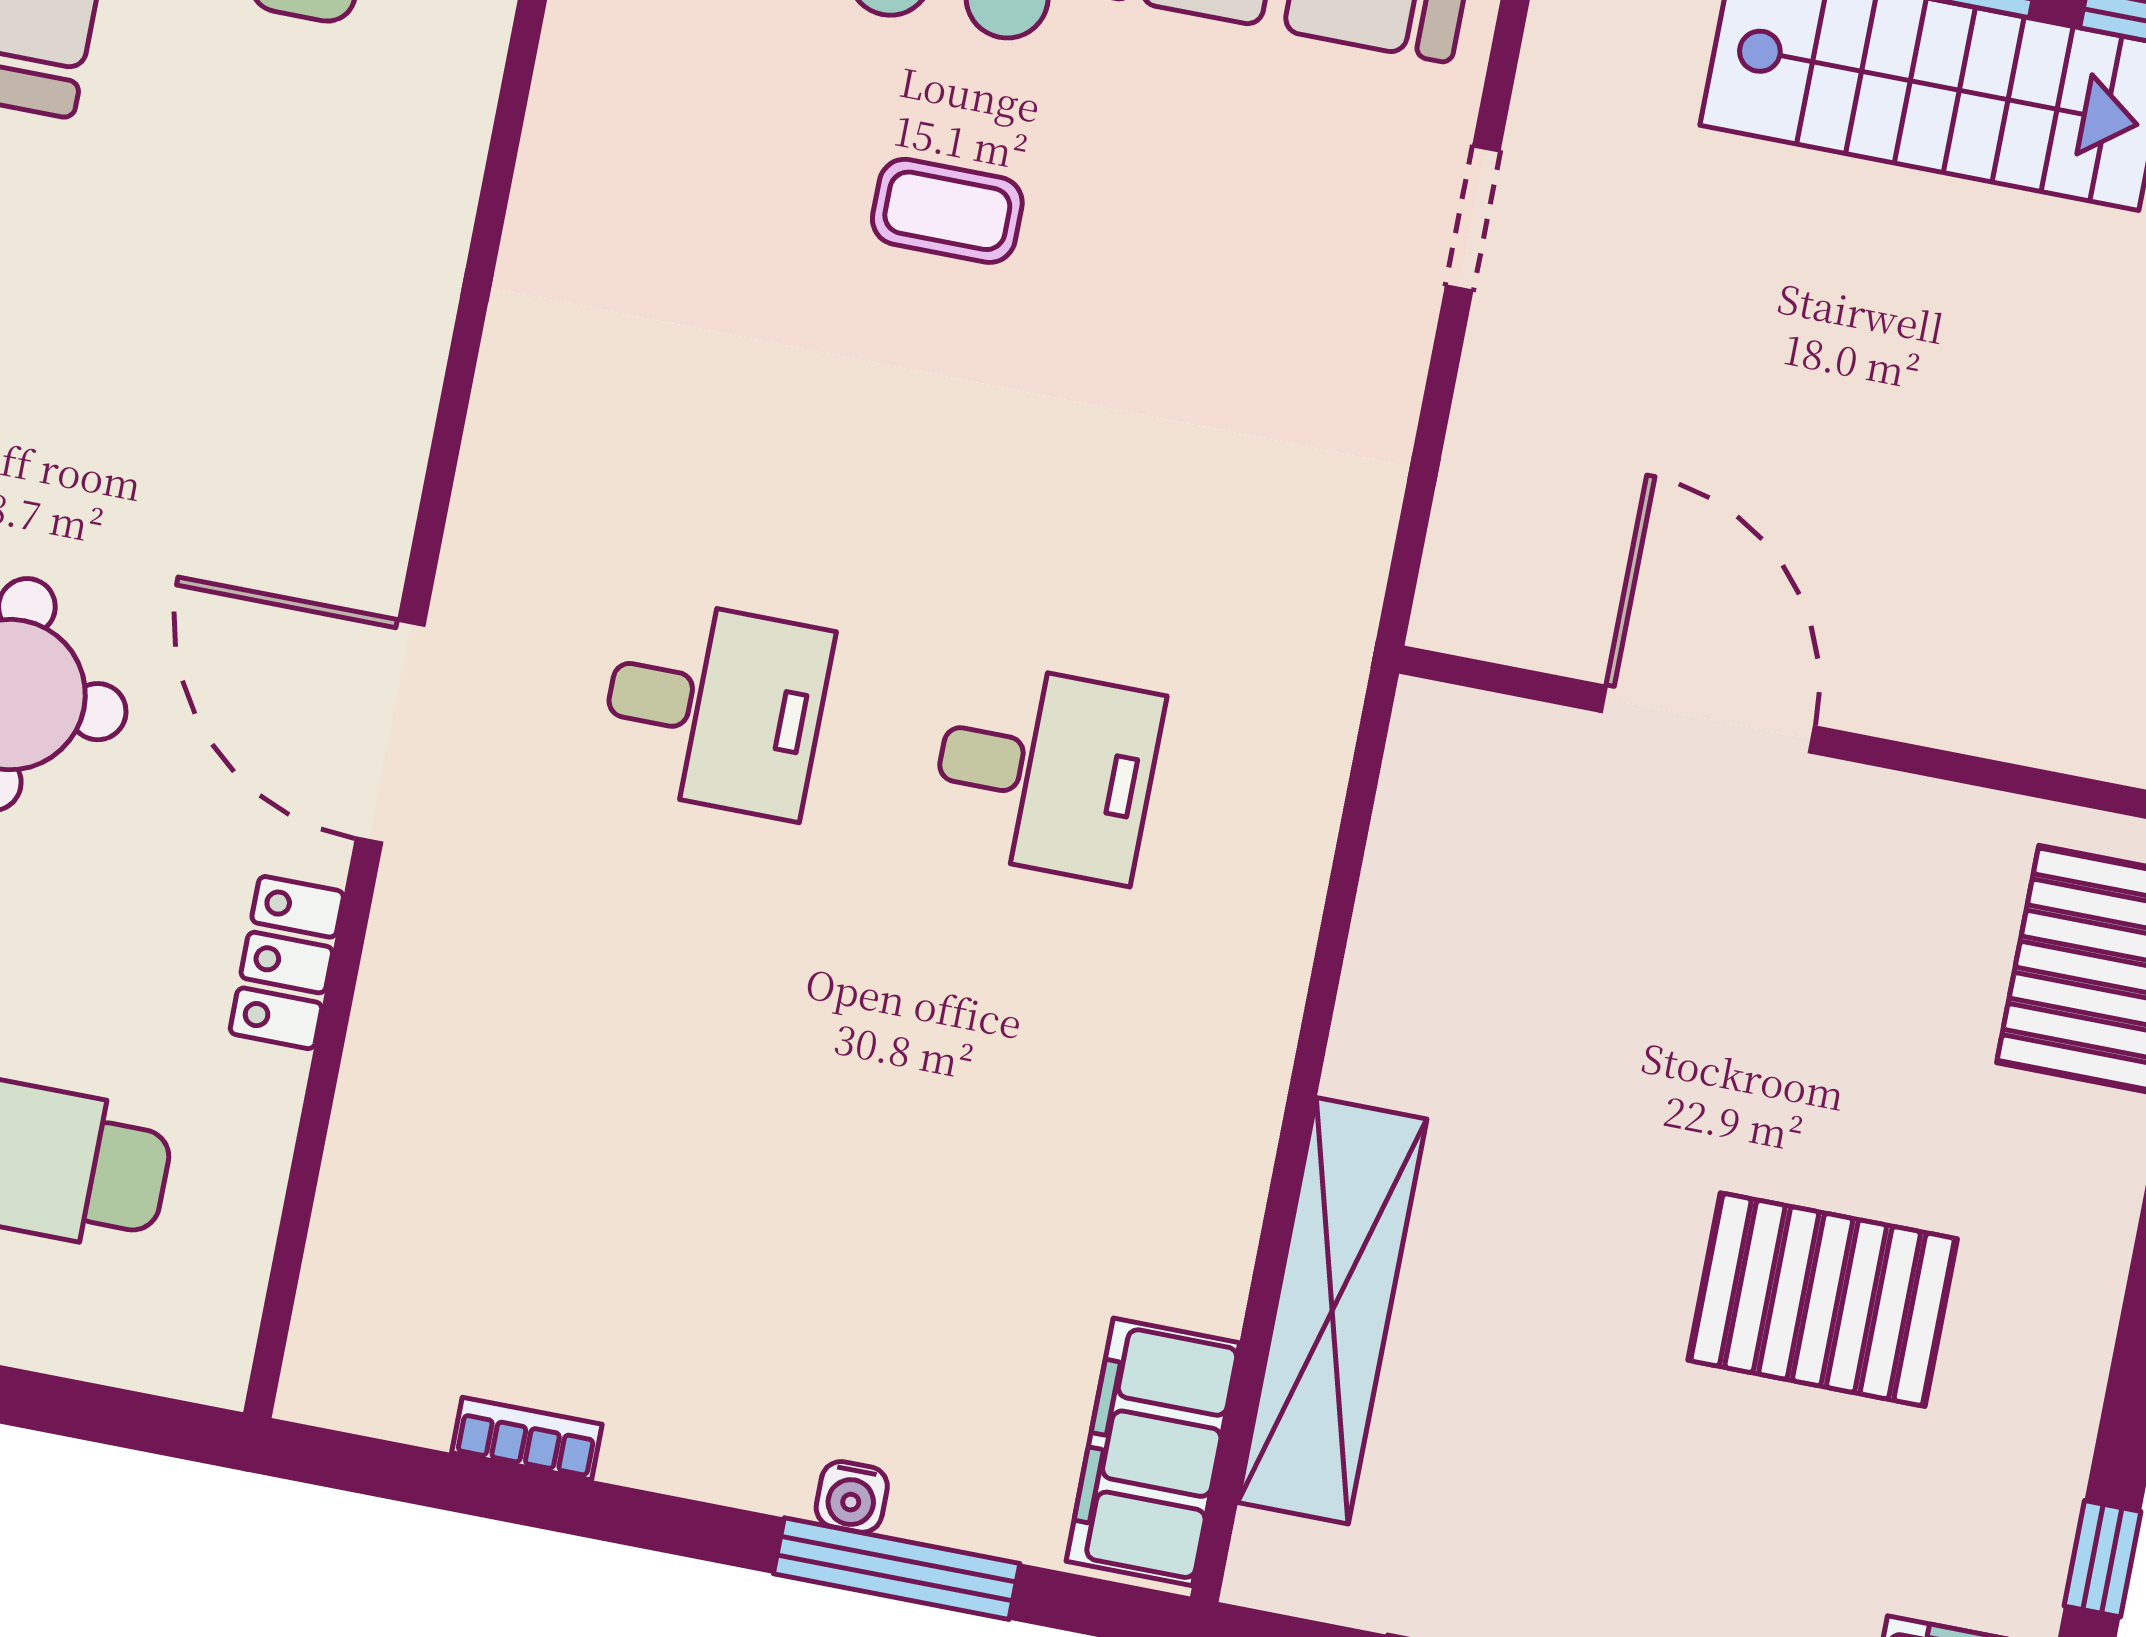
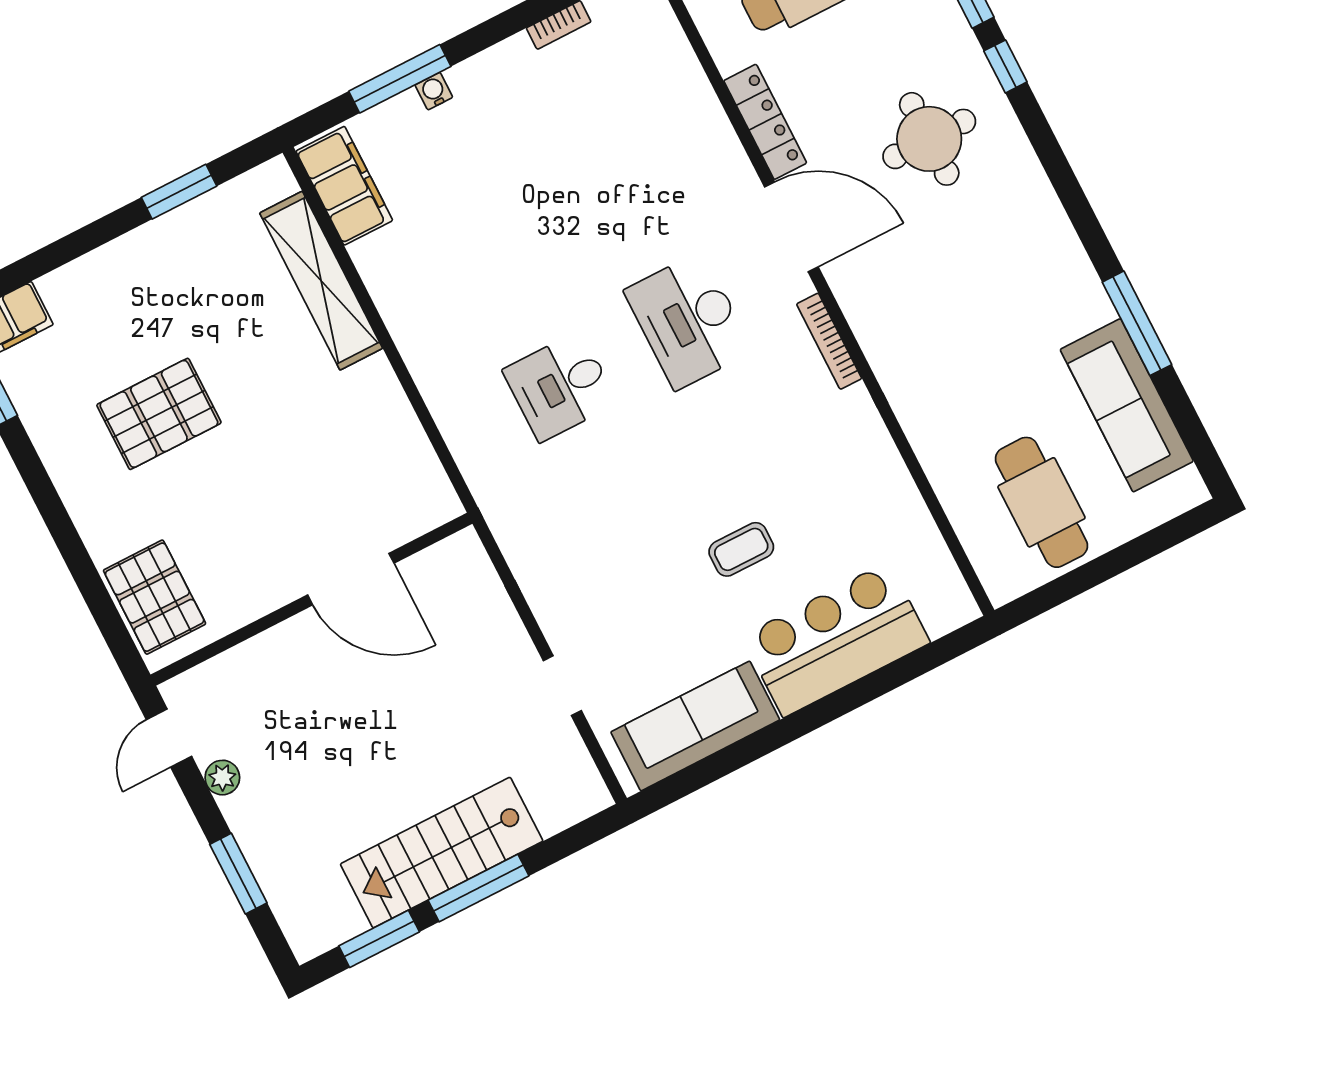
bookcase: (486, 467) -> (829, 341), added
desk: (715, 707) -> (688, 321), width x1.37
locker: (287, 963) -> (765, 122), width x1.53

